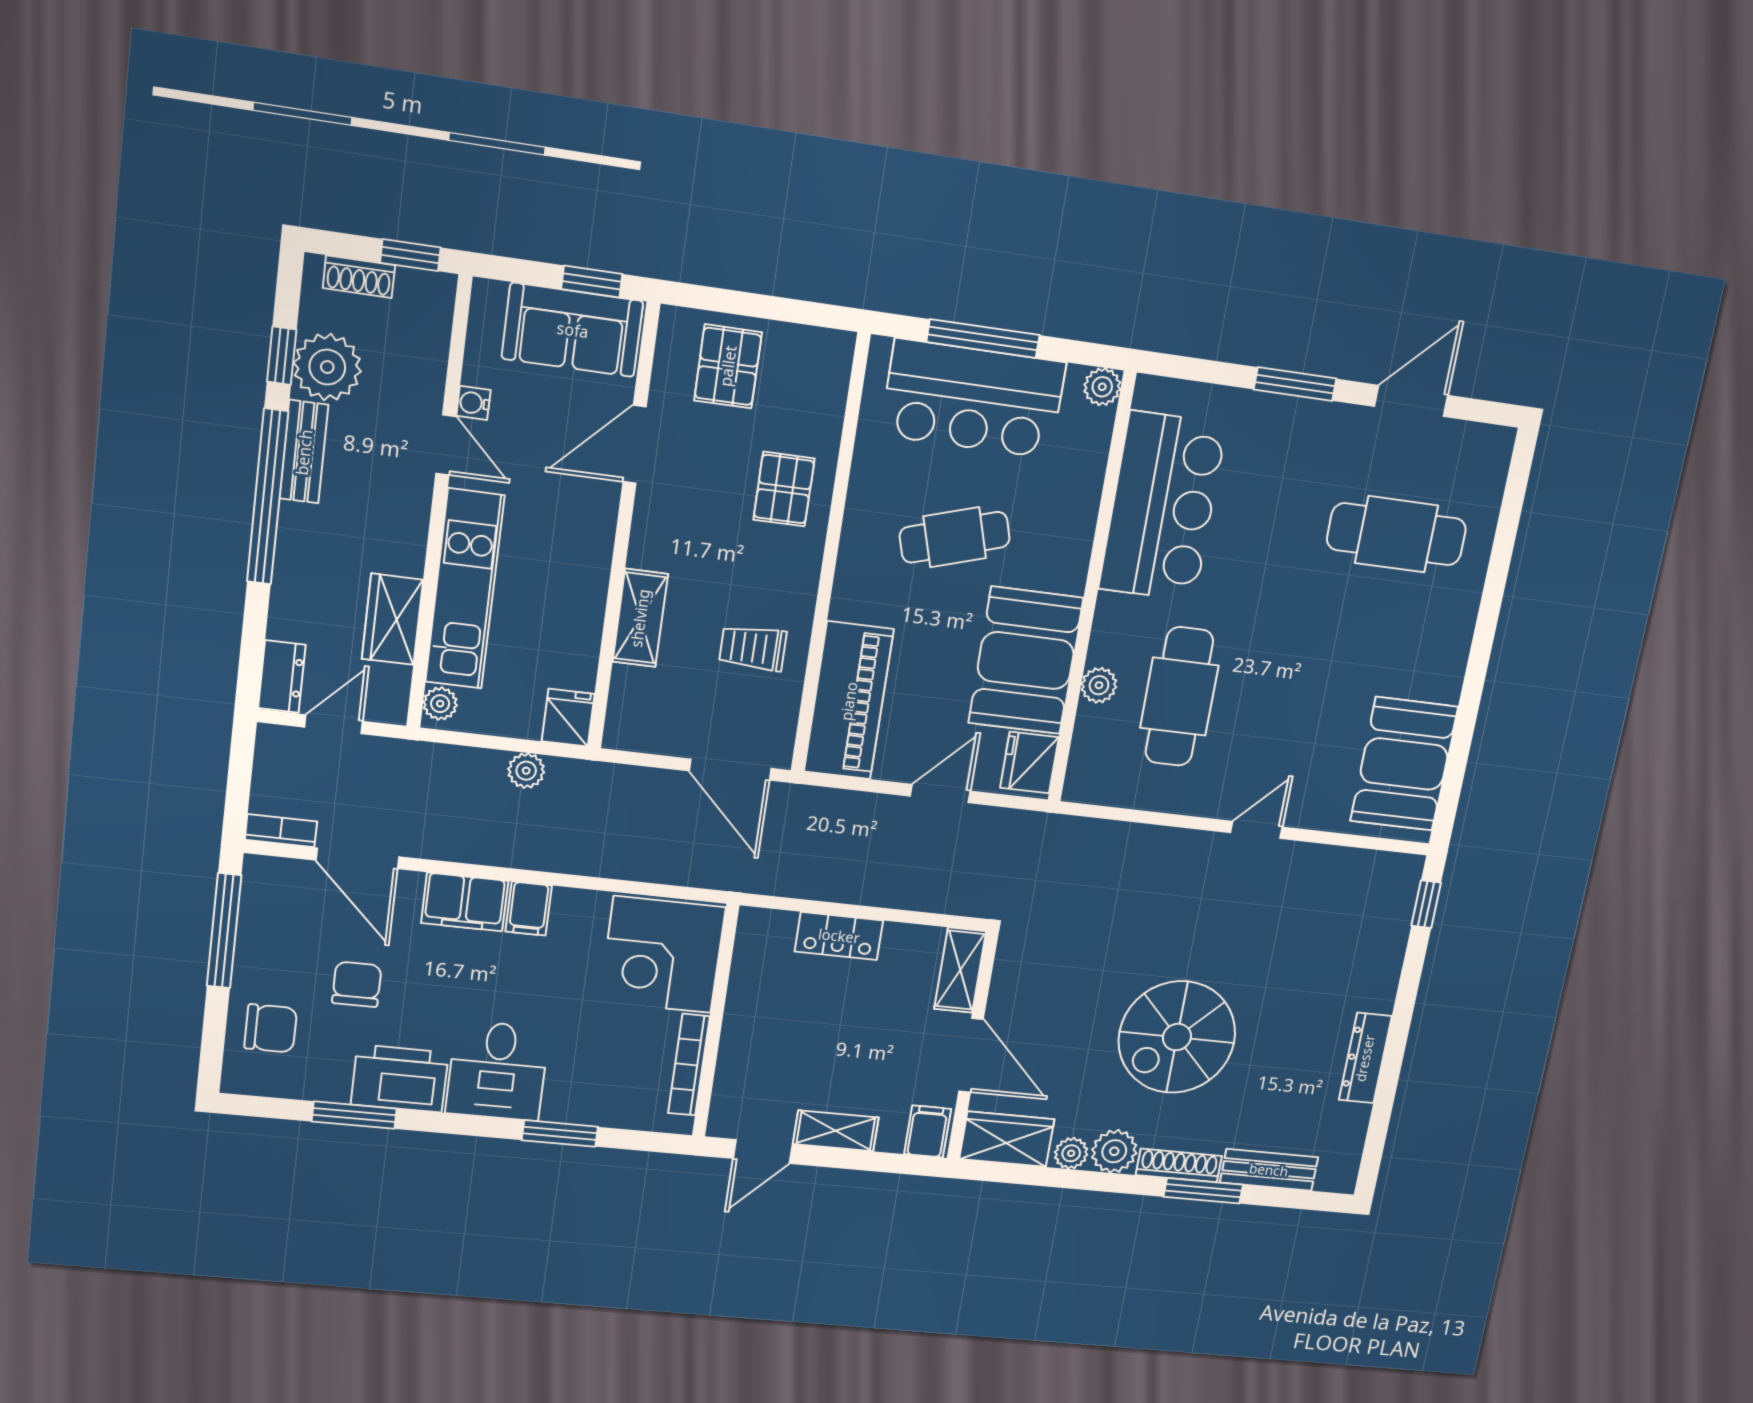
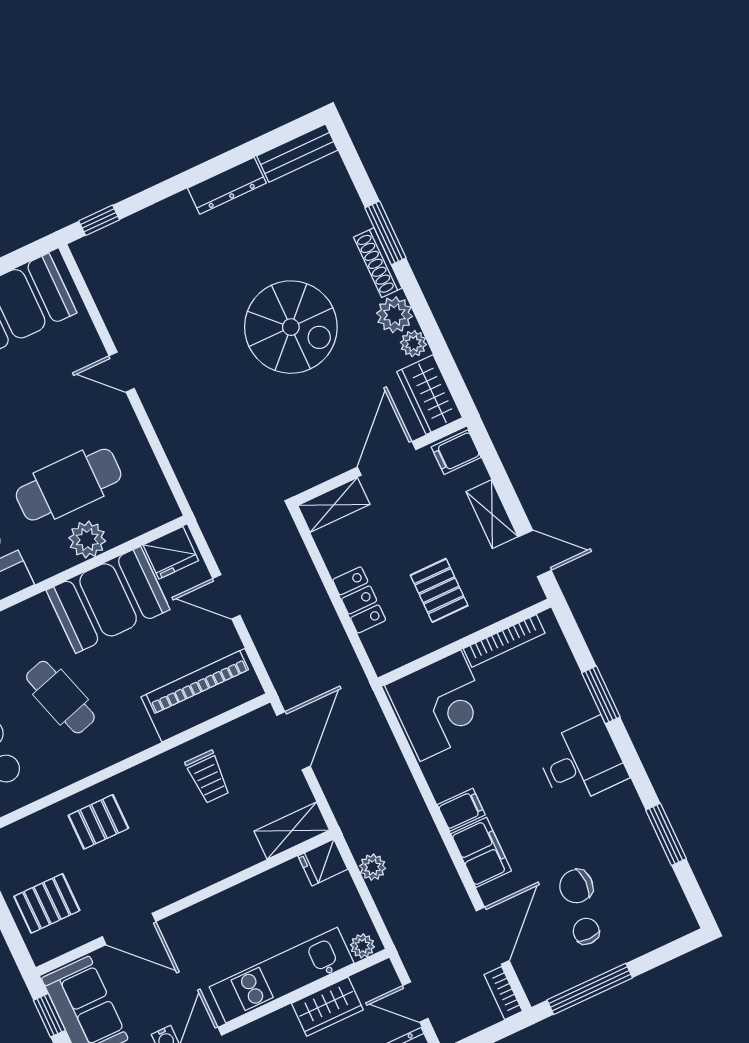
shelving: (640, 618) -> (292, 831), moved
plant: (1099, 685) -> (87, 539), width x1.38, depth x1.38
chair: (271, 1028) -> (586, 931), moved, width x0.73, depth x0.73
pallet: (791, 1028) -> (439, 590), added
printer: (400, 1079) -> (624, 821), removed
bench: (1269, 1170) -> (297, 153), moved, turned 90

